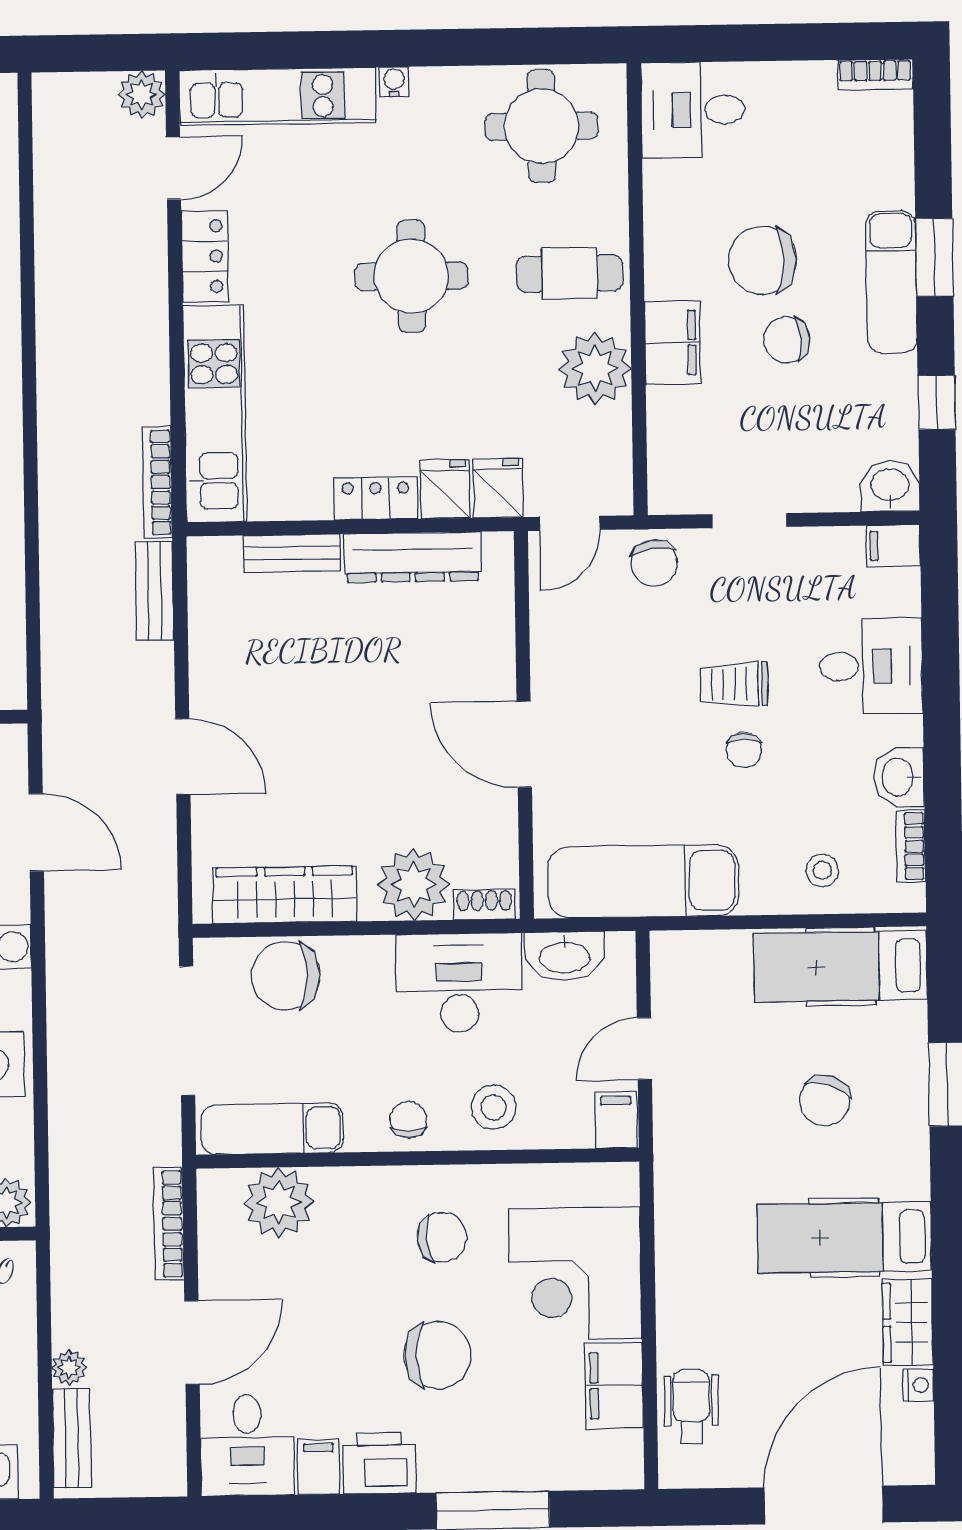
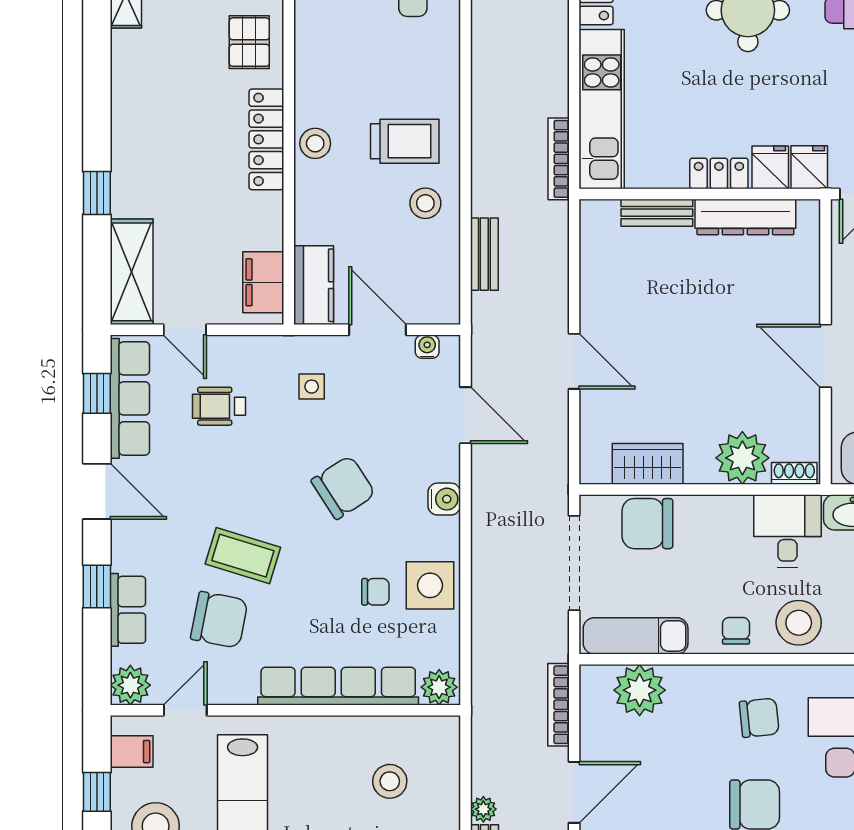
bench: (154, 591) -> (484, 254), moved
wardrobe: (285, 895) -> (648, 464), width x0.67
desk: (459, 983) -> (787, 531), width x0.73
stool: (494, 1107) -> (799, 623), width x1.38, depth x1.38

